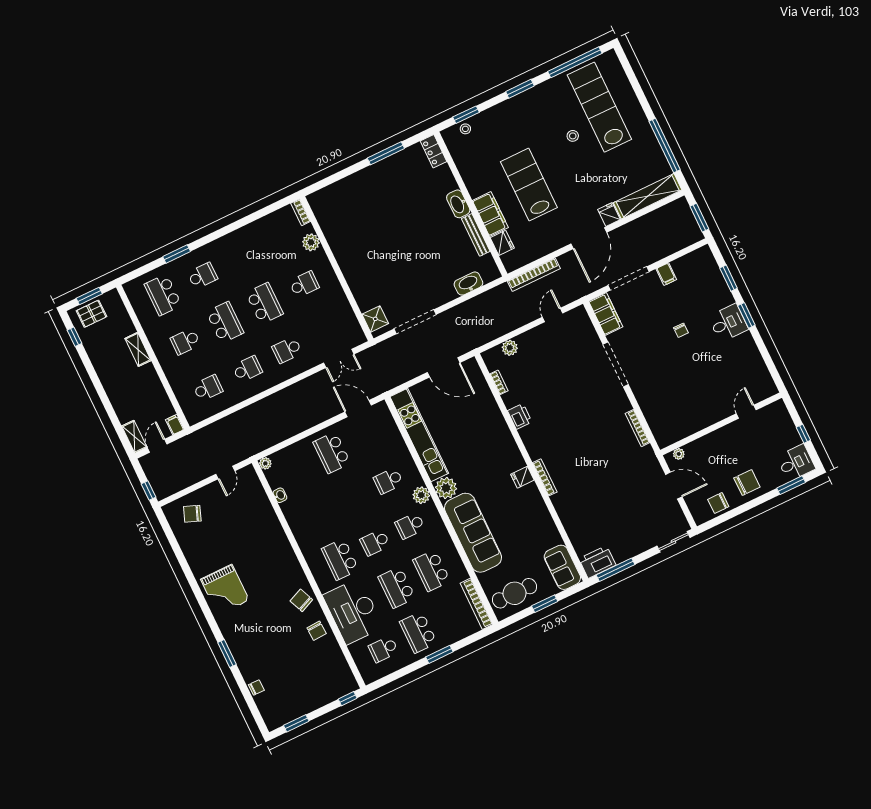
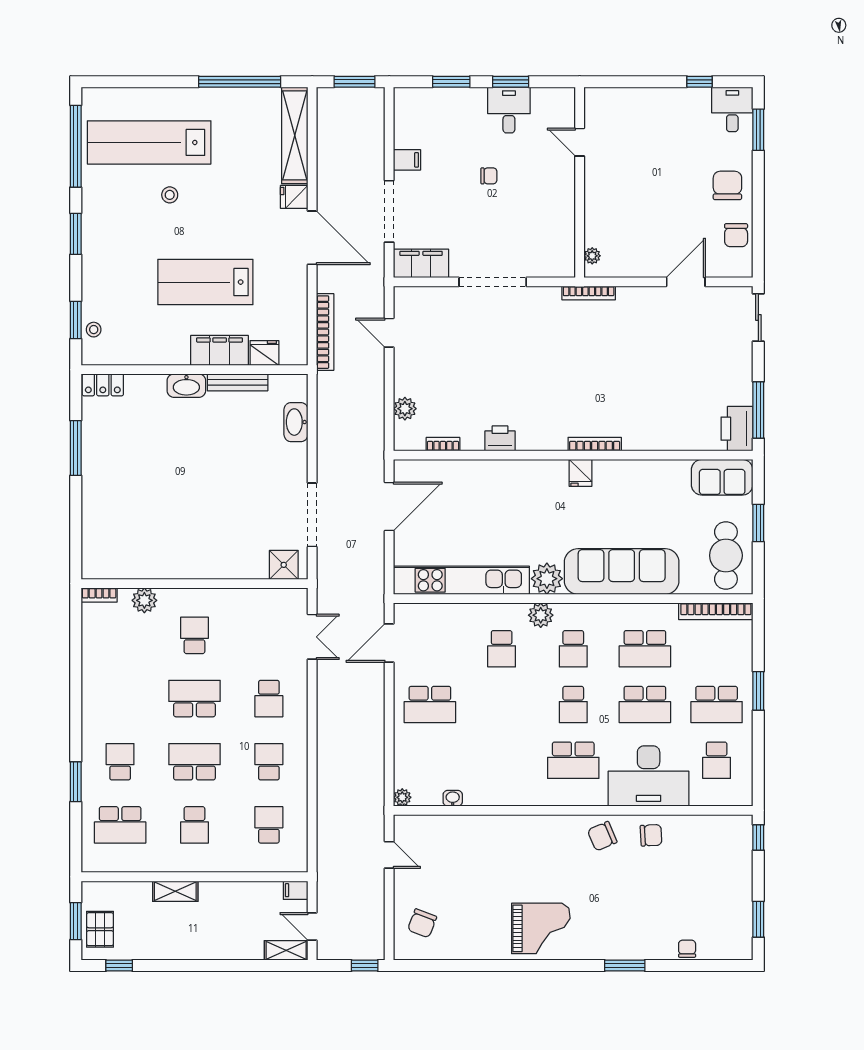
door: (746, 412) -> (580, 142), moved
wall: (721, 424) -> (580, 182), moved
plant: (679, 454) -> (592, 256), moved

